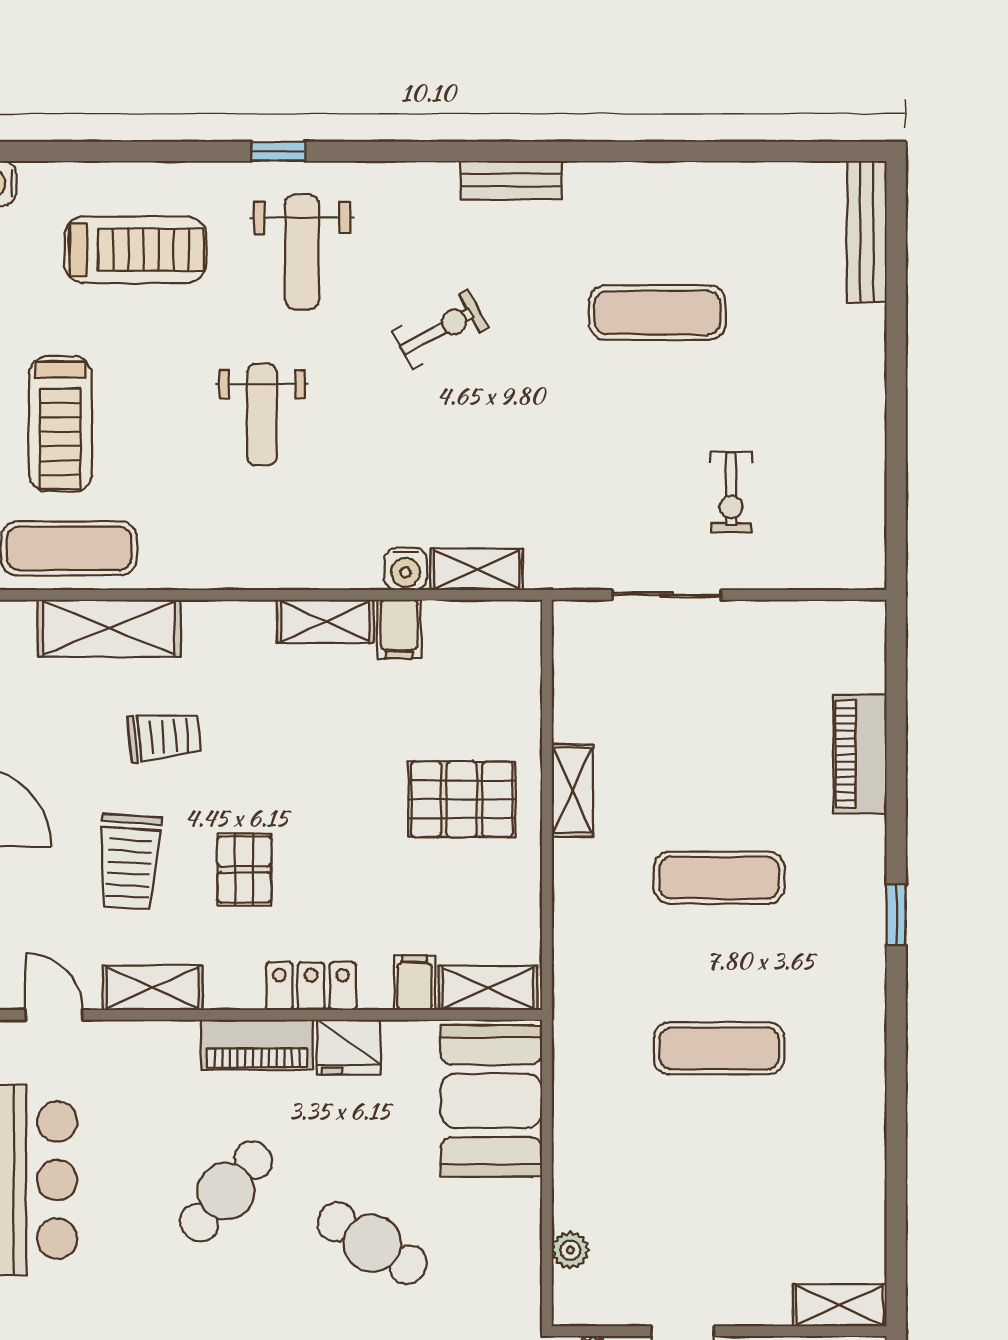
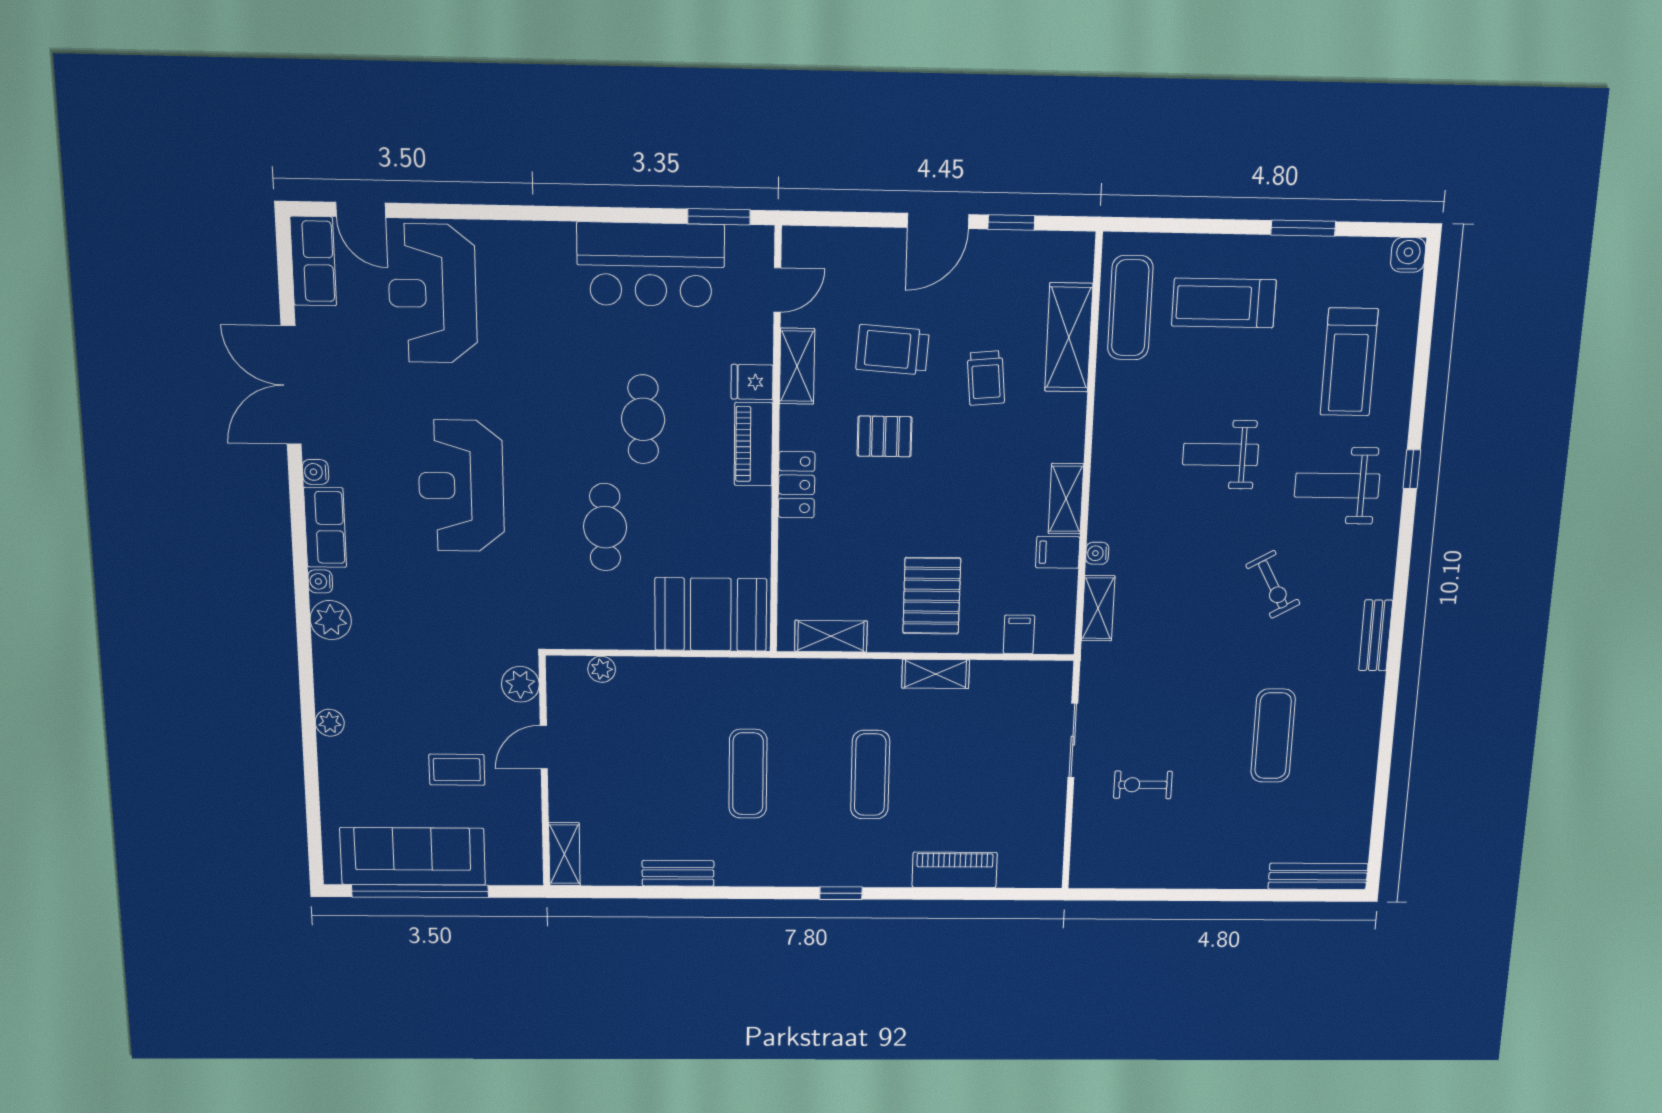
water cooler: (406, 569) -> (1097, 553), width x0.72, depth x0.72
filing cabinet: (414, 983) -> (1019, 634), moved, turned -90
shelving: (488, 988) -> (831, 636), moved, turned 90
fridge: (349, 1047) -> (752, 382), moved, width x0.72
bench: (867, 1146) -> (678, 873), added
cafe table: (226, 1191) -> (643, 419), turned 49
cafe table: (372, 1243) -> (605, 527), turned -31

